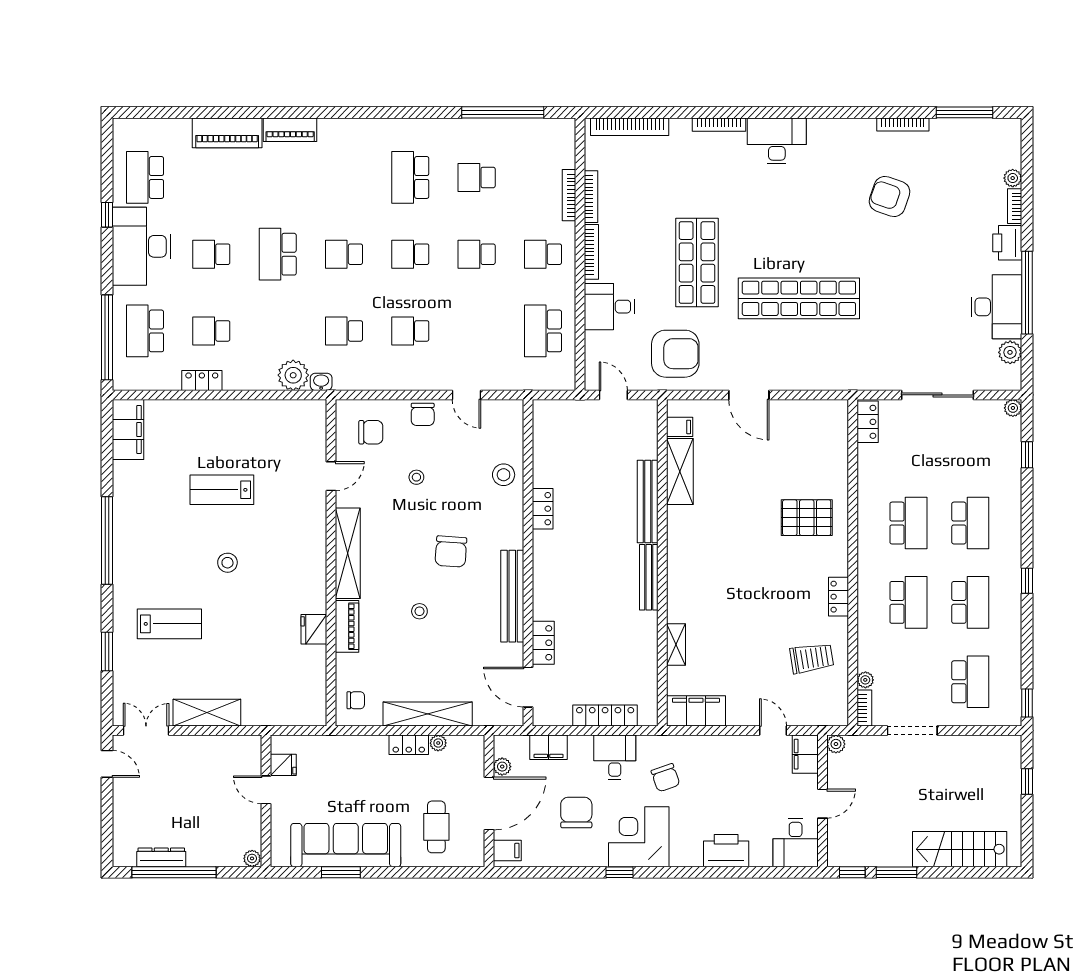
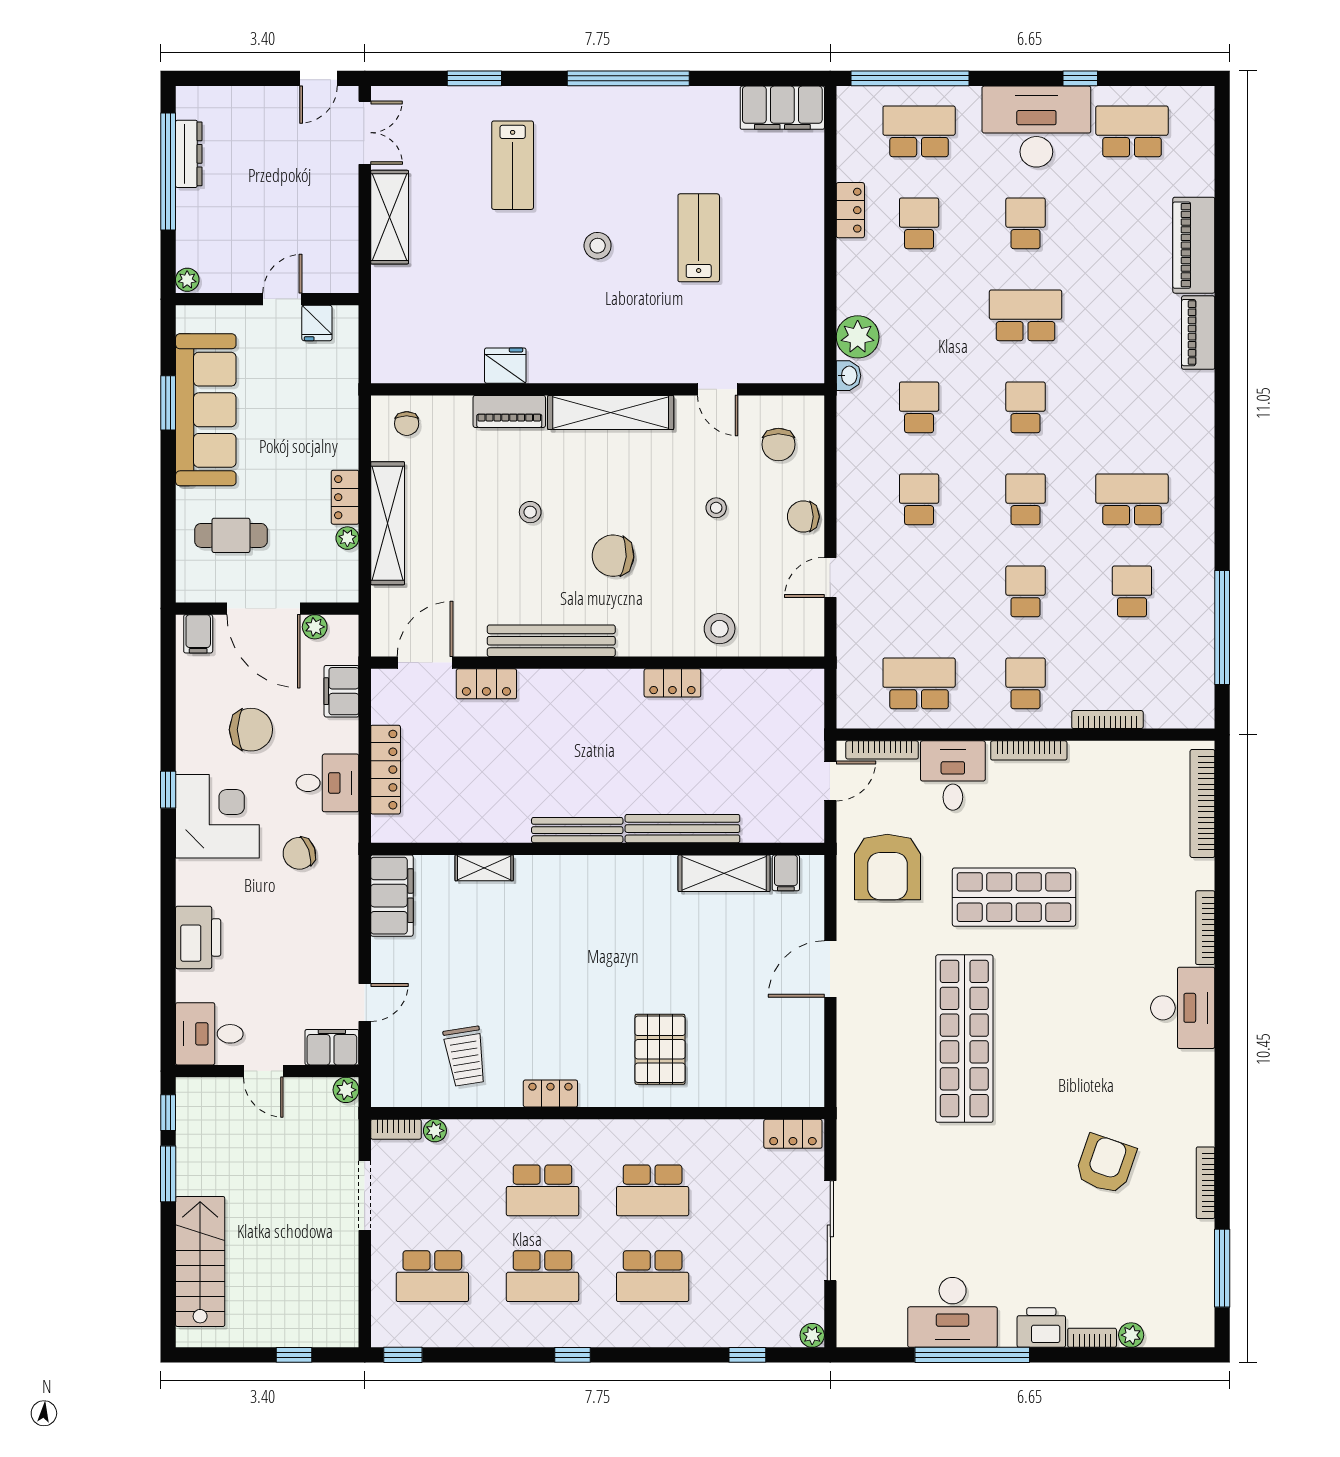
bookcase: (591, 197) -> (882, 750), moved
plant: (1010, 352) -> (889, 1331), removed

